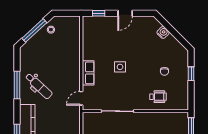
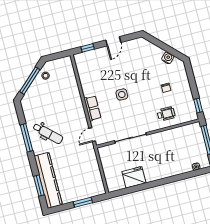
water cooler: (163, 32) -> (168, 58), moved
window: (191, 74) -> (198, 106), moved

